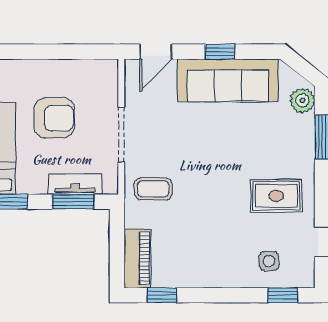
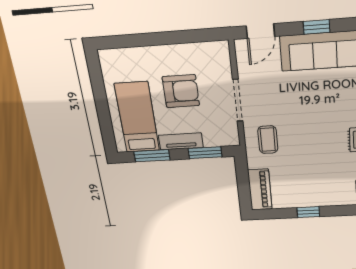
tv unit: (75, 184) -> (181, 141), moved
coffee table: (153, 189) -> (268, 140), turned 90
window: (162, 295) -> (308, 212), moved

